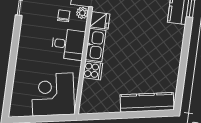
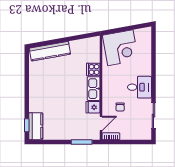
plant: (82, 13) -> (107, 111), removed
desk: (68, 44) -> (139, 87), moved, turned 180

